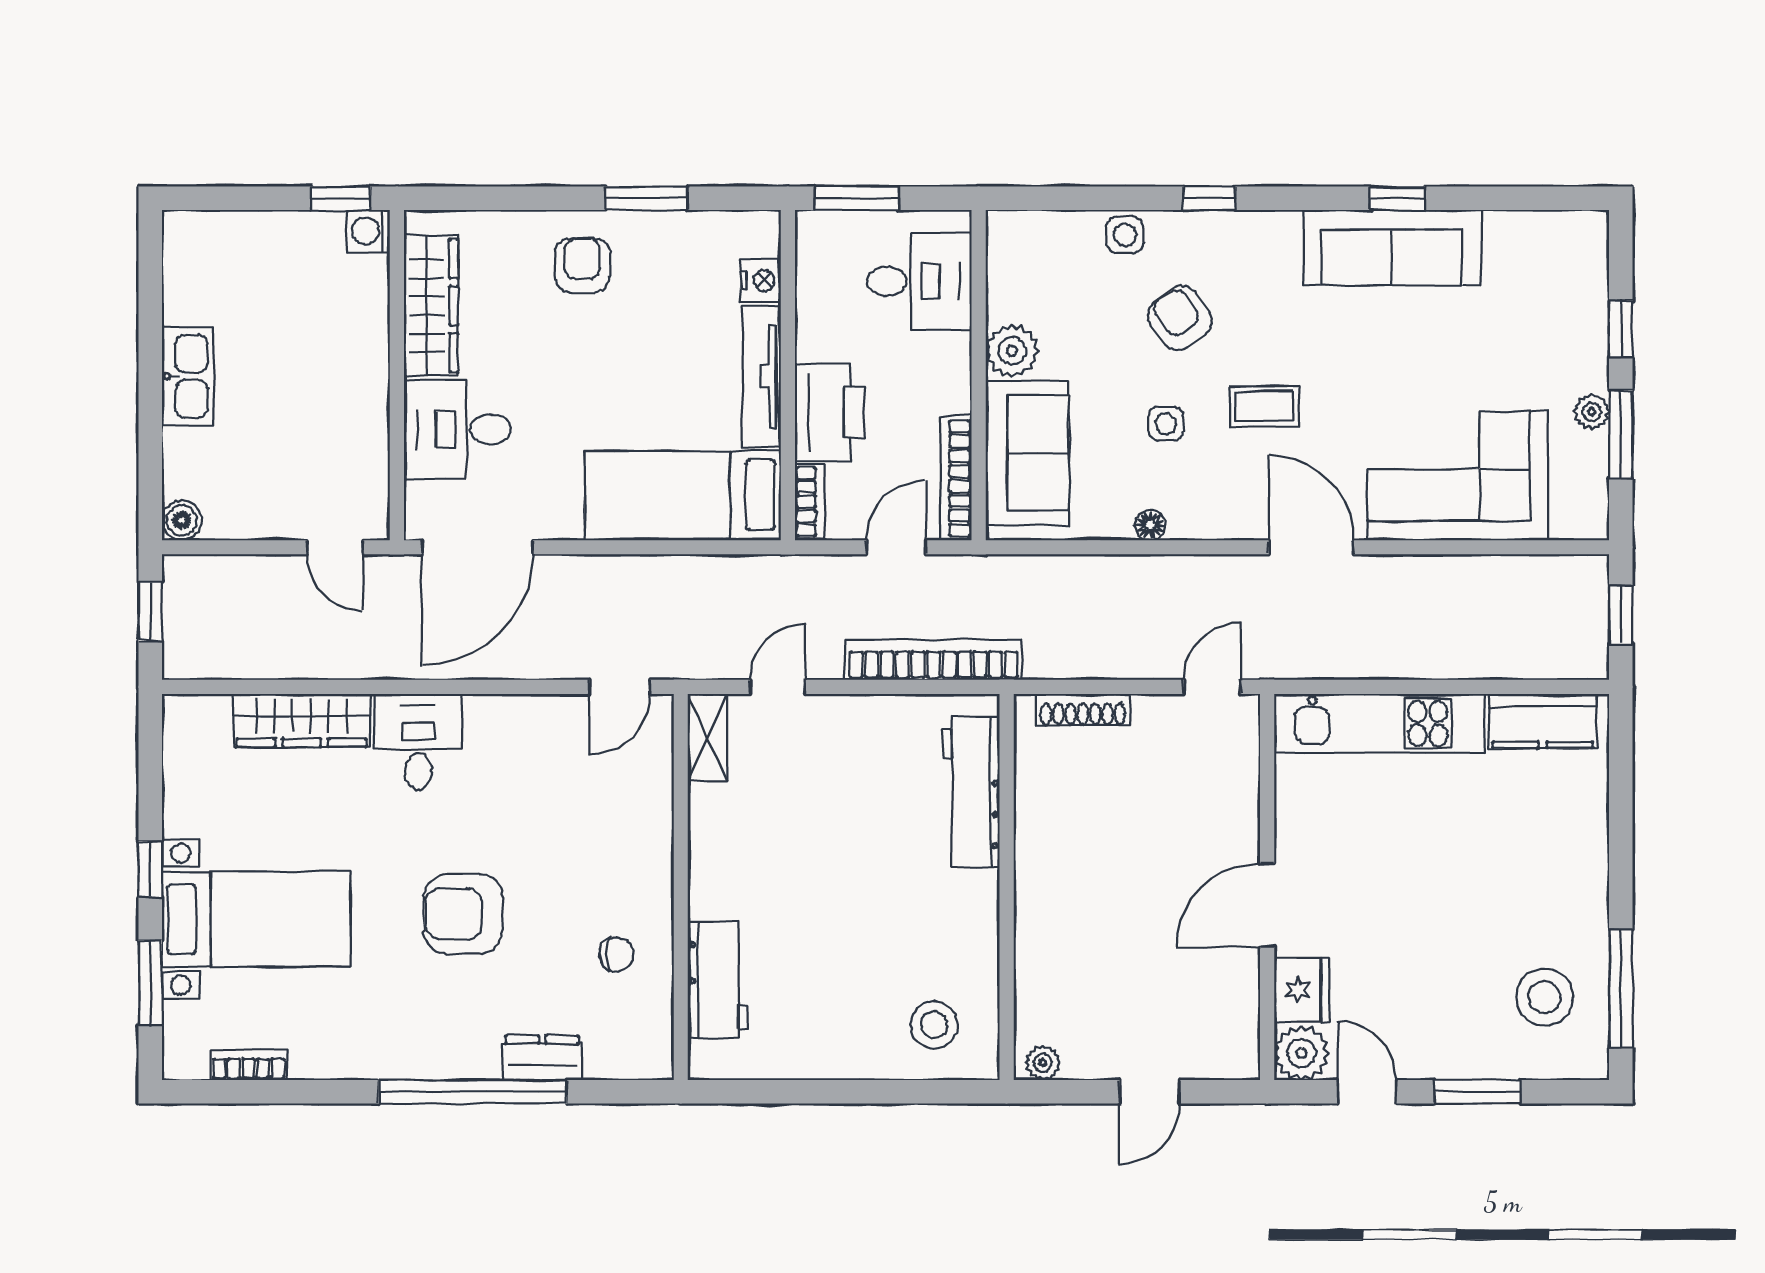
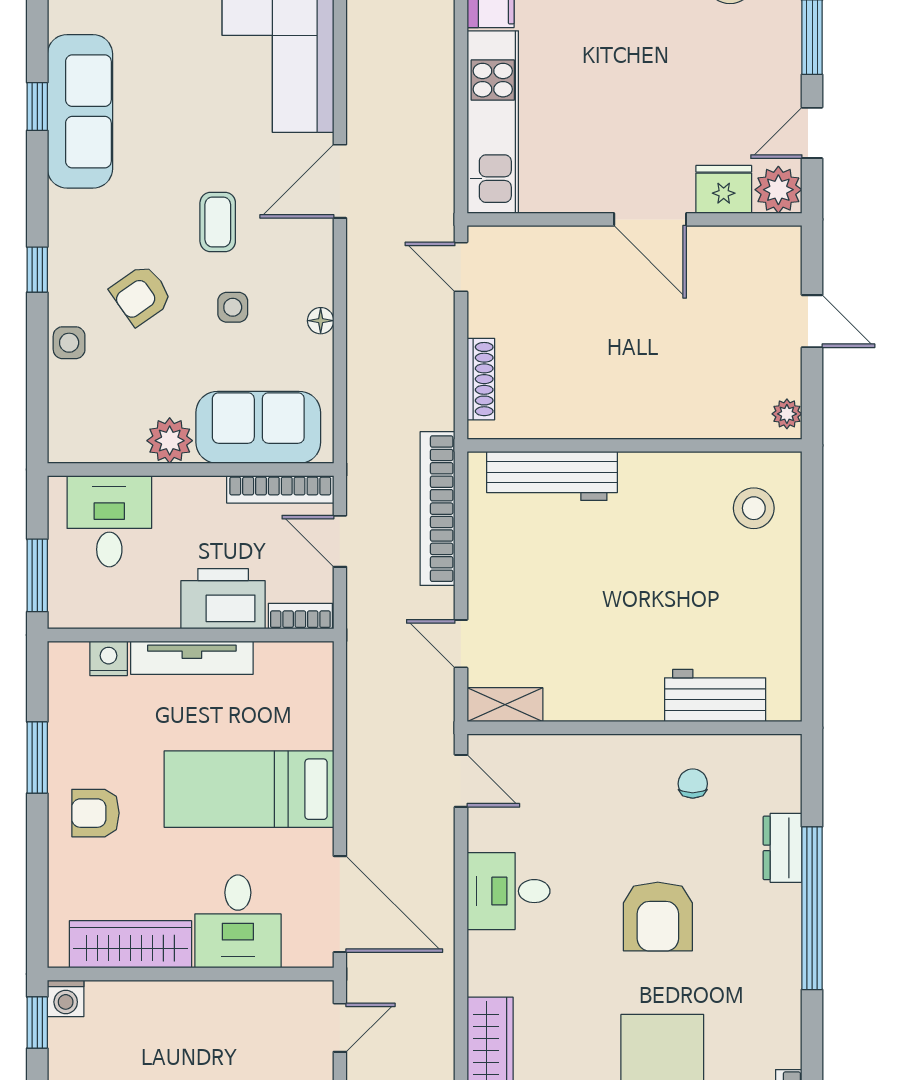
bed: (683, 495) -> (249, 789), moved, turned 90
desk: (418, 742) -> (508, 891), moved

